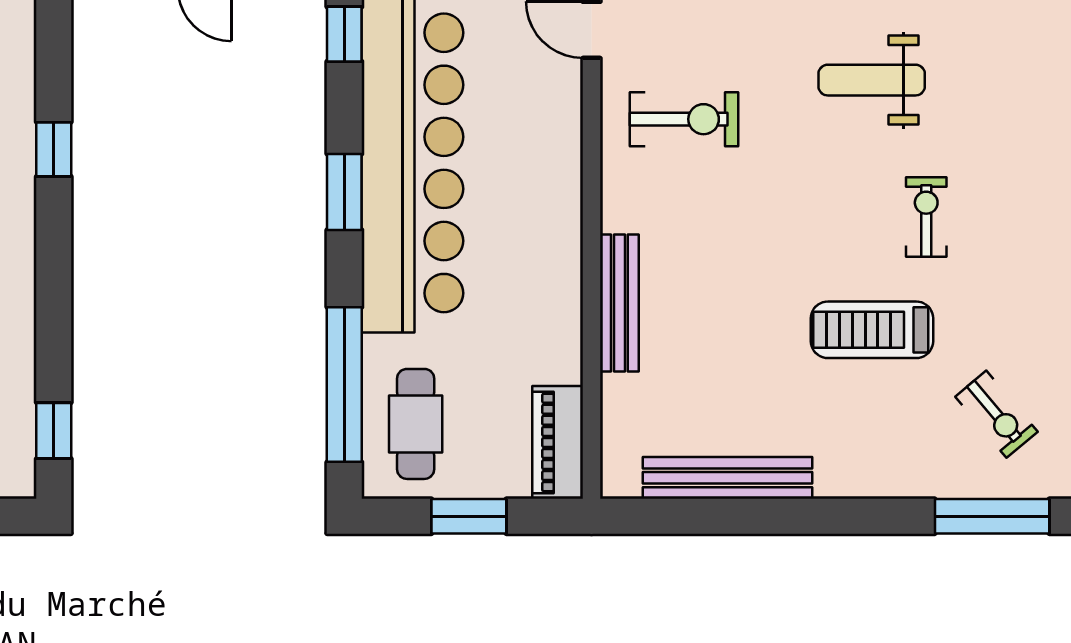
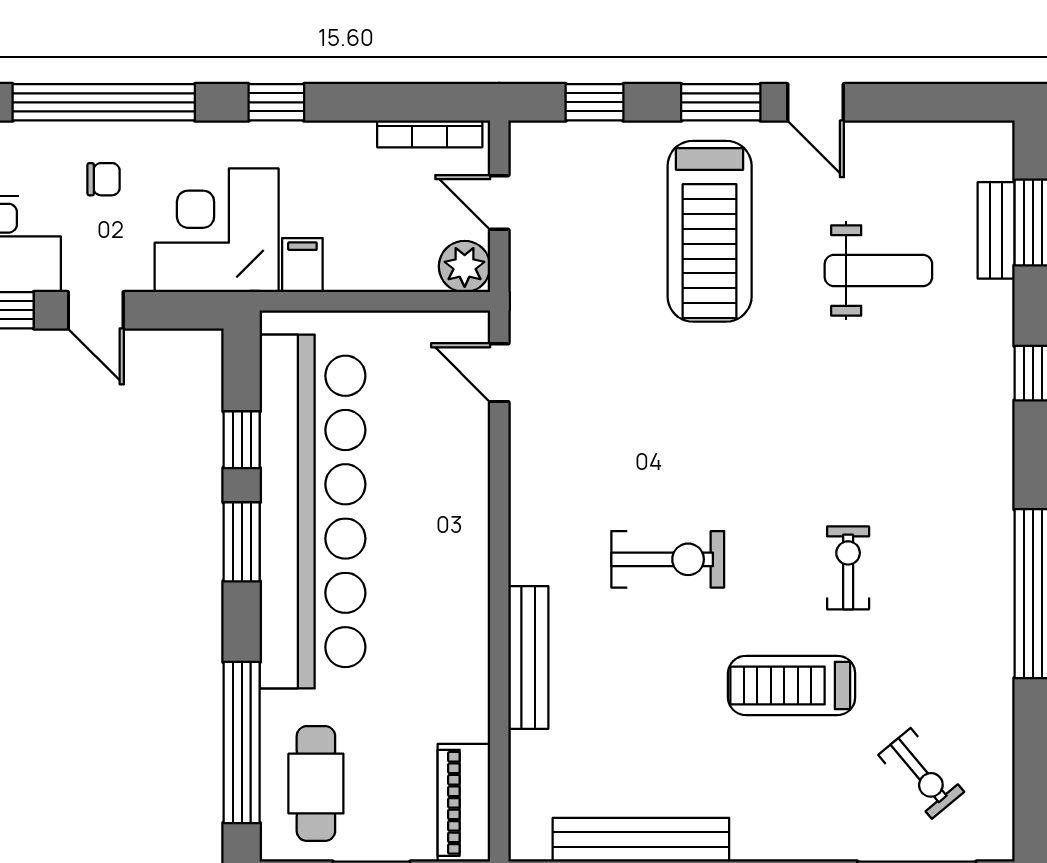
window: (344, 34) -> (242, 440), moved
weight bench: (872, 80) -> (791, 425), removed
exercise bike: (684, 119) -> (668, 559), moved

